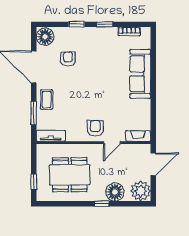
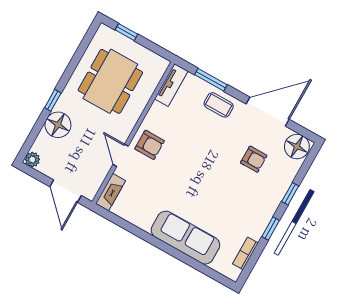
plant: (141, 191) -> (32, 160), width x0.53, depth x0.53

